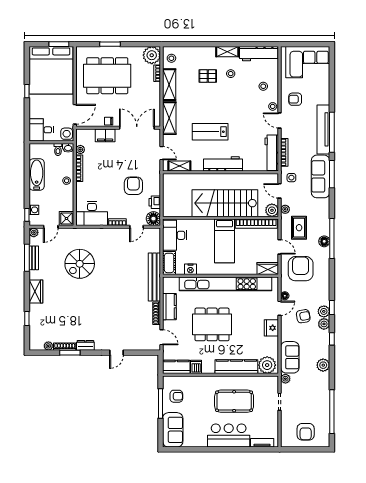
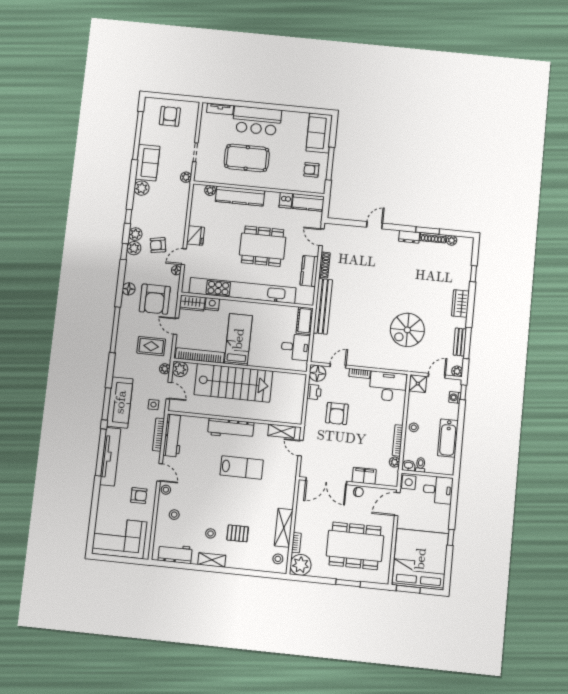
workbench: (259, 54) -> (175, 554), width x0.73
shelving: (169, 118) -> (287, 488), removed
rug: (299, 228) -> (151, 346), turned 90
desk: (175, 235) -> (296, 347), width x0.73
floor lamp: (324, 241) -> (129, 289), moved
spiral stairs: (80, 264) -> (407, 330), turned 180
nightstand: (190, 269) -> (212, 304), moved
sofa: (290, 357) -> (148, 163), moved, turned 180
plant: (267, 365) -> (210, 190), width x0.53, depth x0.53

